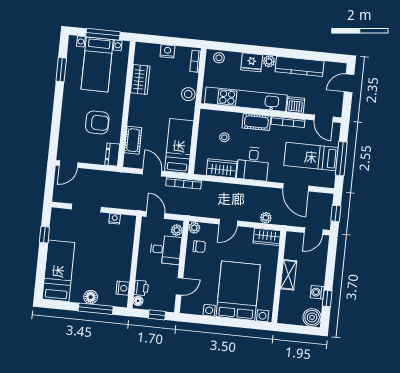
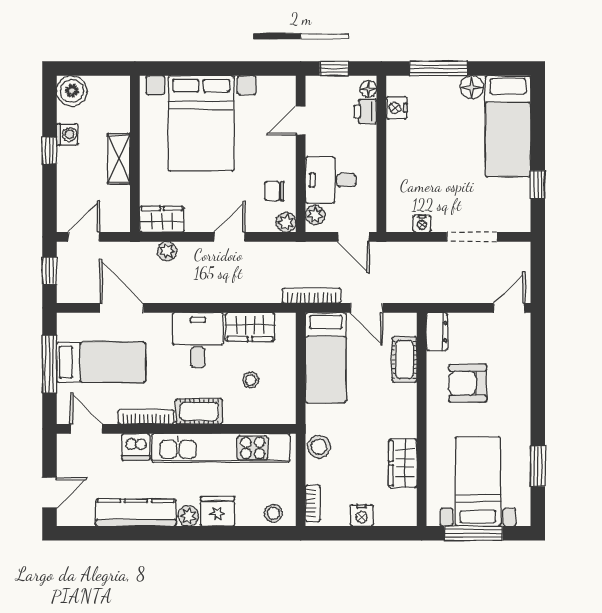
floor lamp: (91, 297) -> (472, 87), moved
window: (327, 298) -> (49, 150), moved

